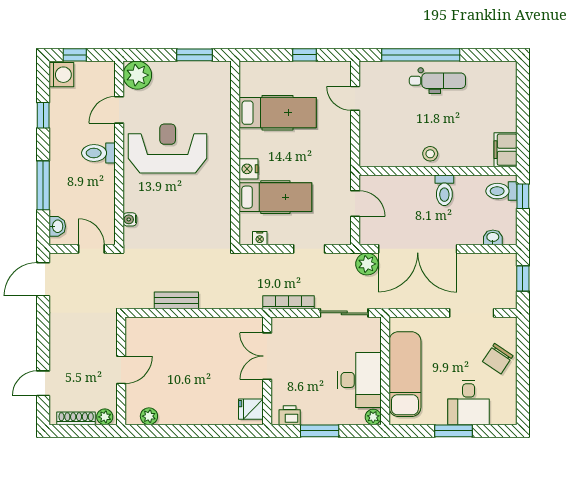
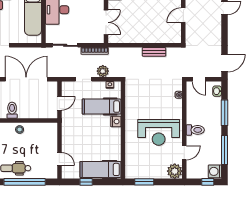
hospital bed: (278, 113) -> (100, 169), moved
window: (43, 115) -> (225, 150), width x2.17
door: (355, 203) -> (59, 103), swing flipped
plant: (367, 264) -> (103, 71), moved

